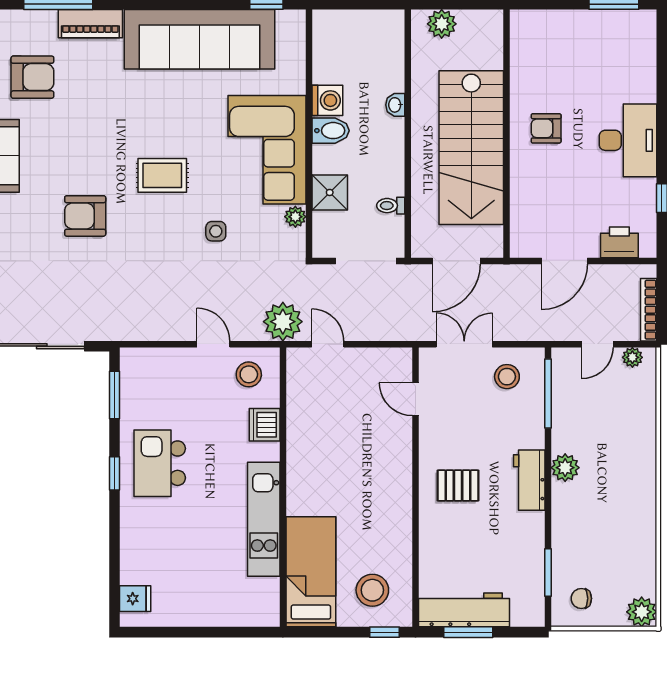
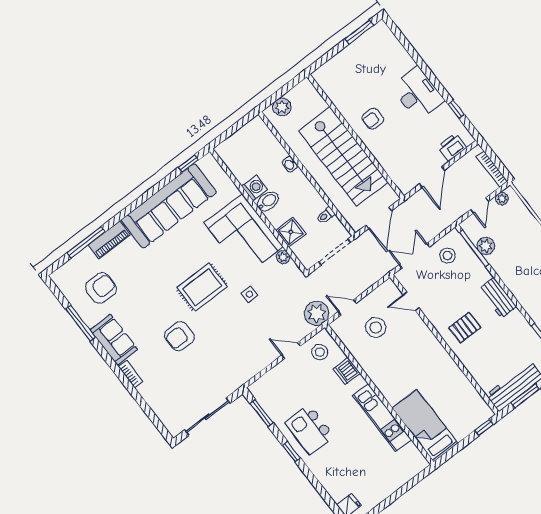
rug: (162, 175) -> (202, 287), width x1.36, depth x1.43
plant: (565, 468) -> (486, 246), moved
stool: (372, 590) -> (376, 327), moved

